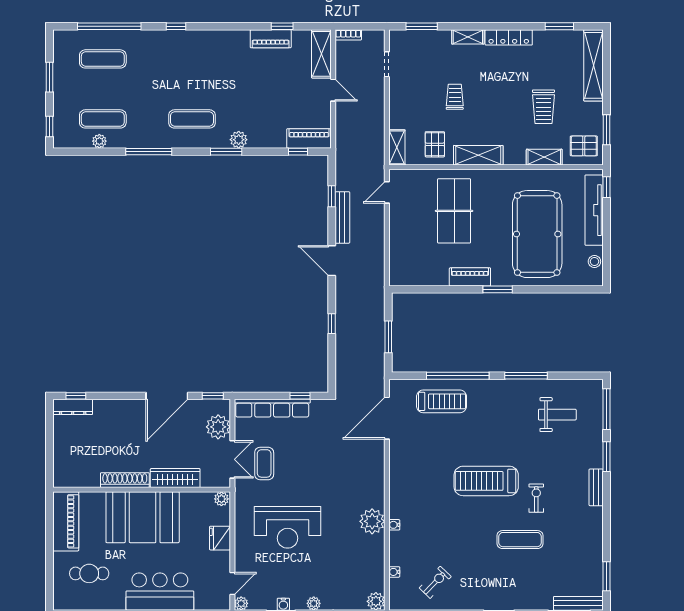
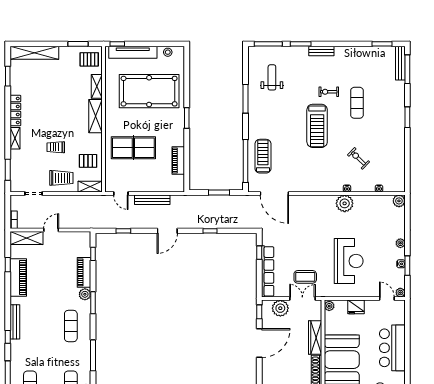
bench: (198, 37) -> (15, 322), added
piano: (271, 39) -> (18, 278), width x1.37, depth x1.33
trolley: (543, 107) -> (61, 178), moved
piano: (309, 138) -> (84, 272), moved
pallet: (584, 146) -> (89, 59), turned 90
shelving: (478, 155) -> (95, 116), moved
bench: (342, 217) -> (152, 200), moved
piano: (470, 277) -> (178, 161), moved
window: (458, 376) -> (246, 161), moved
door: (167, 396) -> (259, 343), hinge flipped
exercise bike: (435, 582) -> (358, 158), moved

